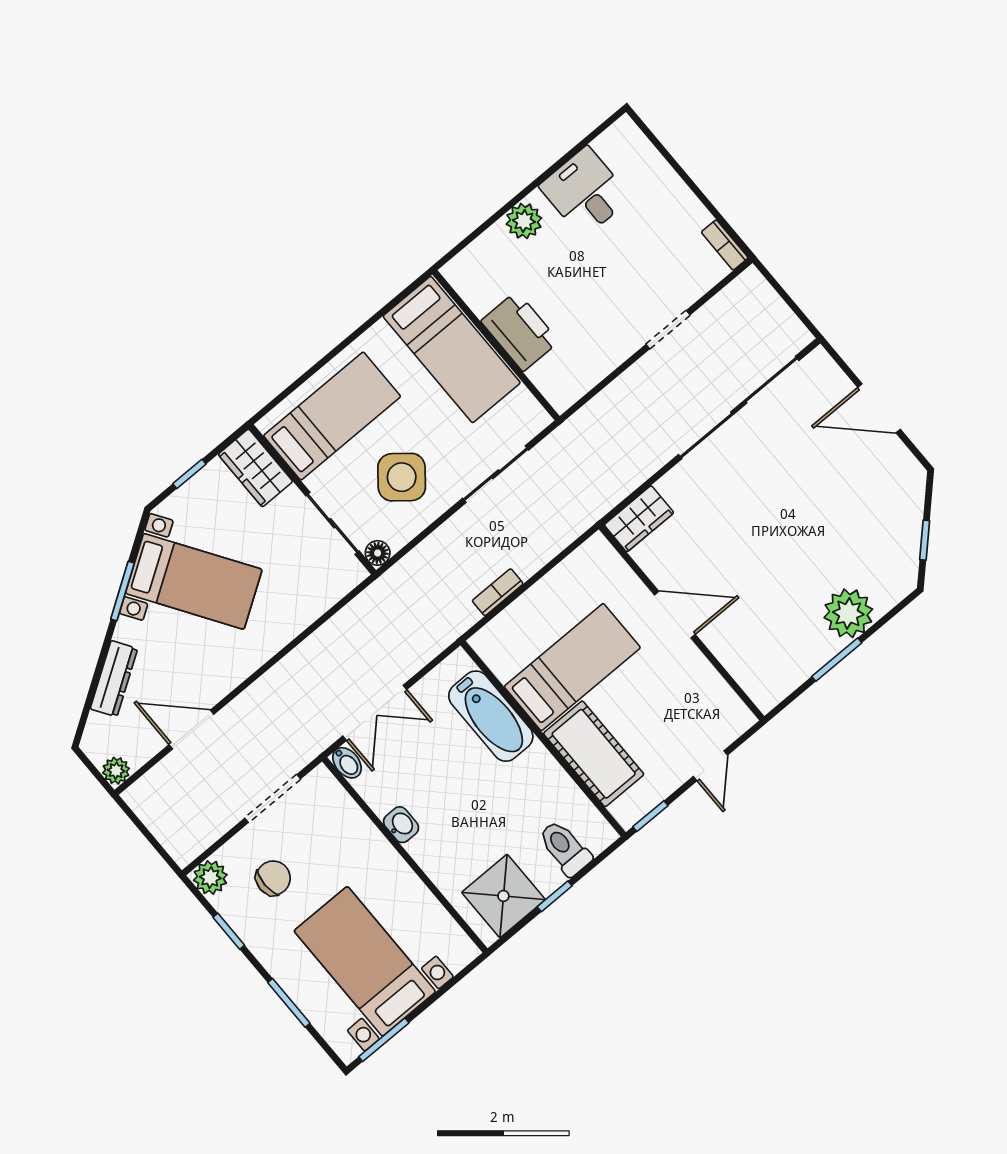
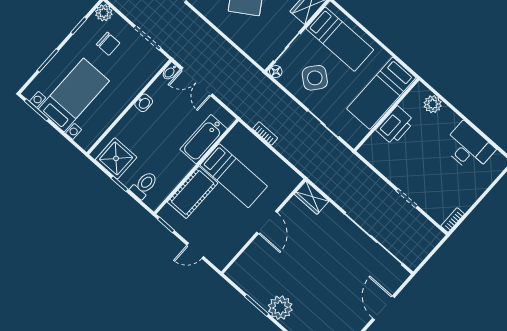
desk: (585, 192) -> (468, 147), width x1.37
plant: (524, 221) -> (433, 104), moved

